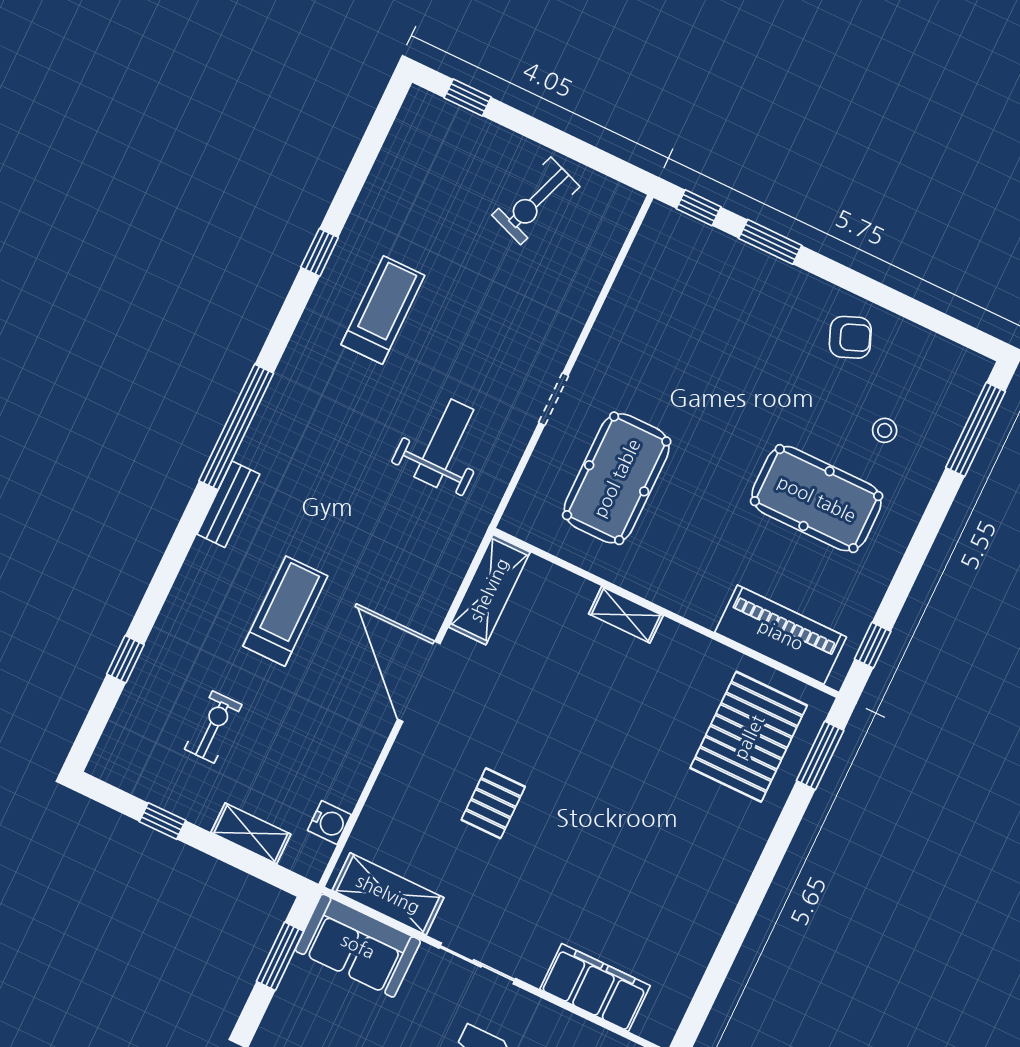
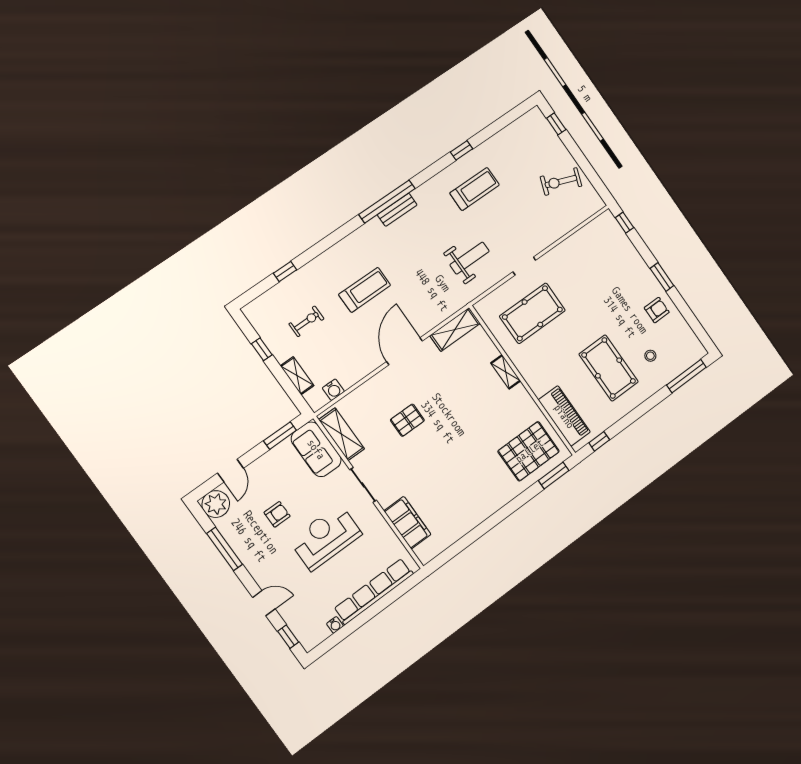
window: (770, 242) -> (662, 277), moved
armchair: (850, 337) -> (657, 310), turned -68
bench: (228, 504) -> (397, 210), moved

